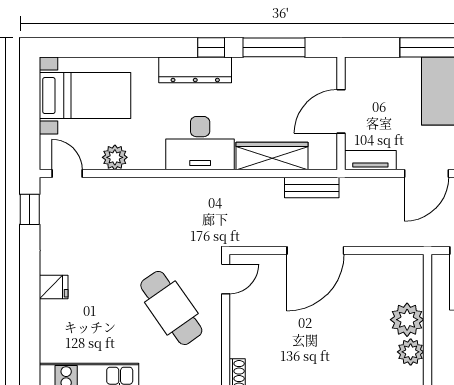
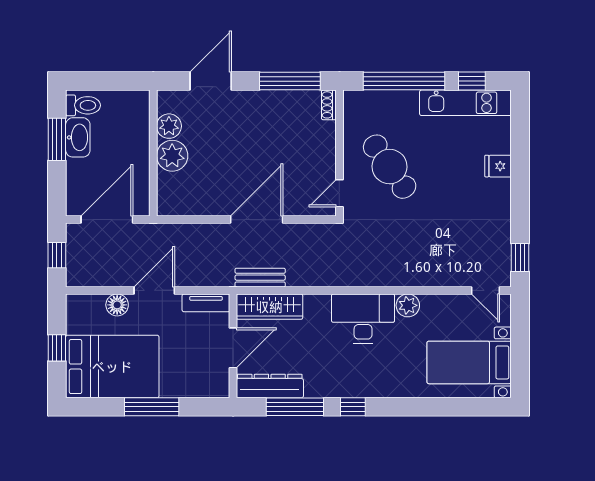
dresser: (195, 70) -> (270, 386), moved
wardrobe: (272, 156) -> (269, 307), moved
plant: (115, 157) -> (408, 305), moved
fridge: (54, 287) -> (498, 166), moved

